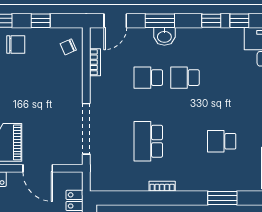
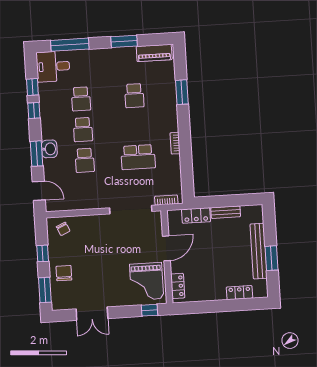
bookcase: (95, 62) -> (166, 200), moved
school desk: (222, 78) -> (81, 99), added

